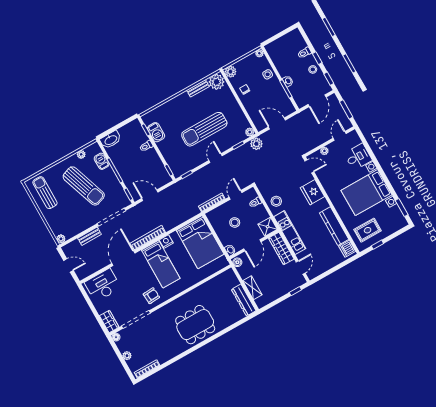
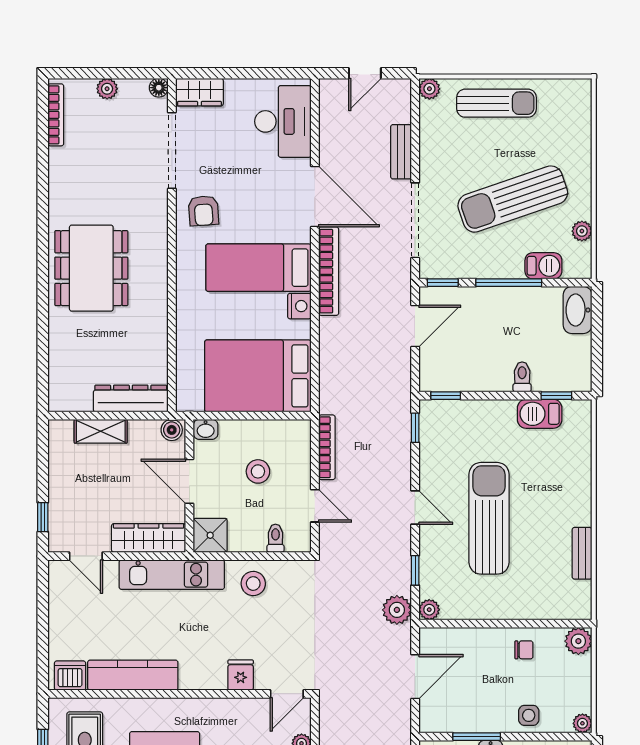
plant: (216, 82) -> (573, 600), removed
fridge: (312, 192) -> (241, 675), width x0.53, depth x0.75
sun lounger: (45, 193) -> (497, 103), moved
dresser: (244, 300) -> (131, 398), moved

